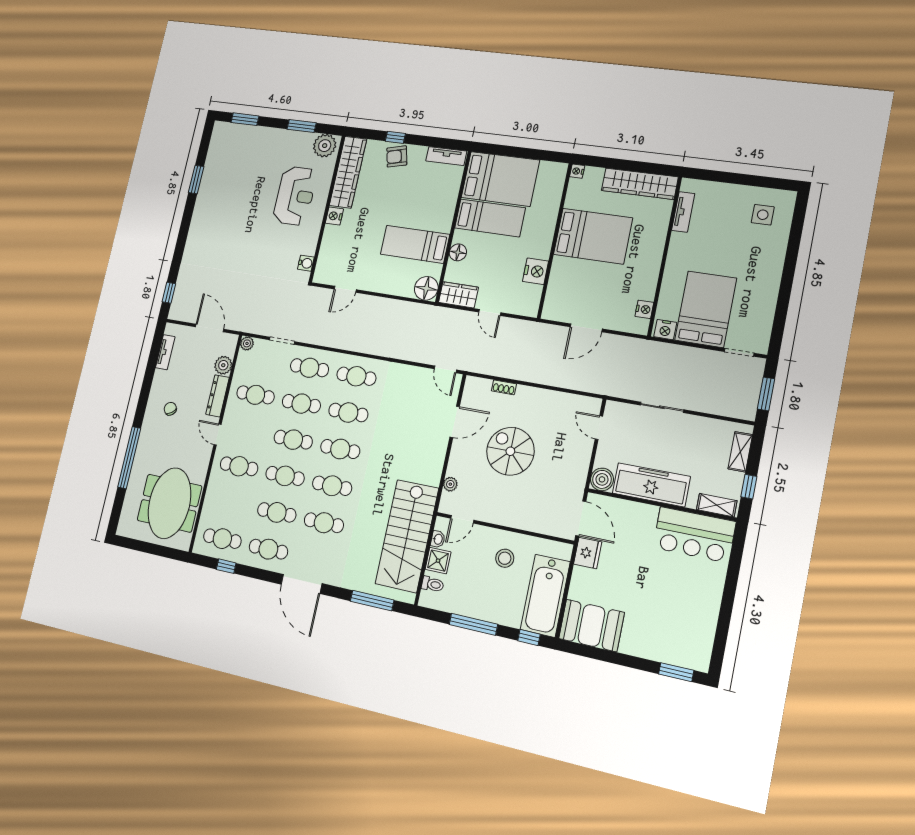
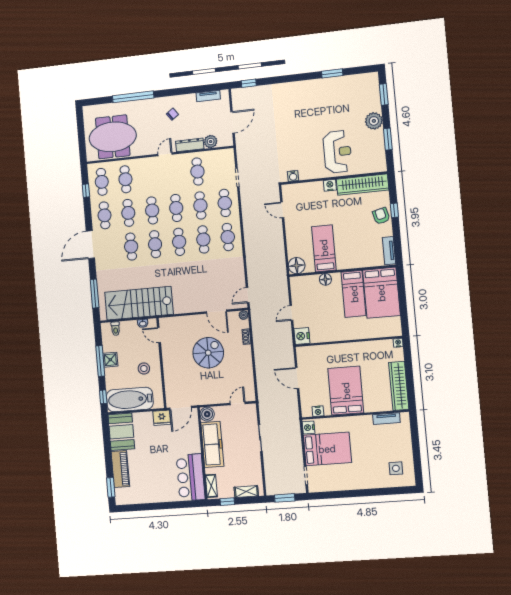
plant: (325, 146) -> (374, 121), moved
reception desk: (295, 196) -> (337, 152), turned -90
bed: (593, 236) -> (346, 391), moved, turned 180
nightstand: (535, 271) -> (302, 336), moved, turned 90
wardrobe: (458, 295) -> (298, 289), removed
plant: (247, 343) -> (229, 153), removed
cafe table: (239, 466) -> (125, 179), moved
plant: (450, 484) -> (244, 315), moved
shower: (438, 561) -> (110, 360), moved
piano: (651, 646) -> (120, 469), added

